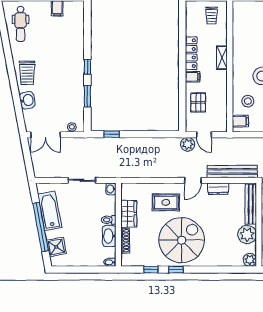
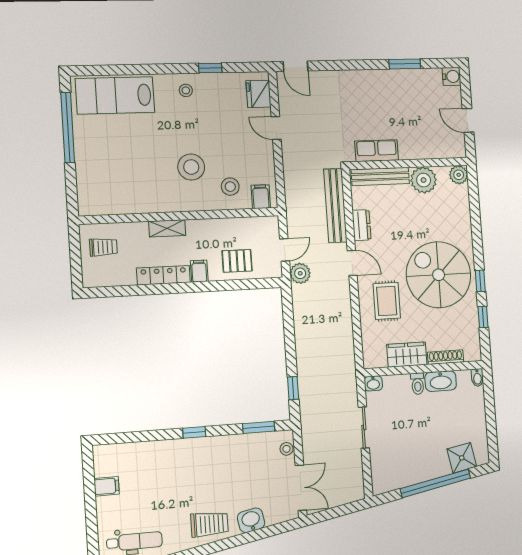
window: (87, 96) -> (259, 427), moved
bathtub: (50, 211) -> (411, 472), removed

